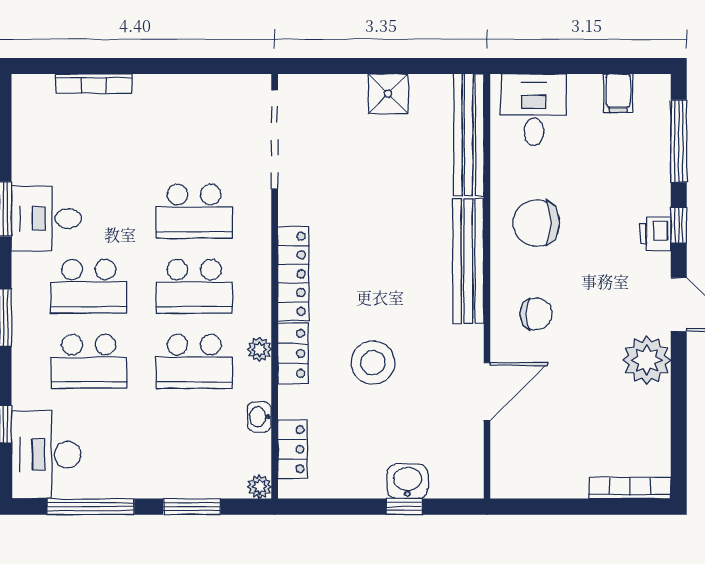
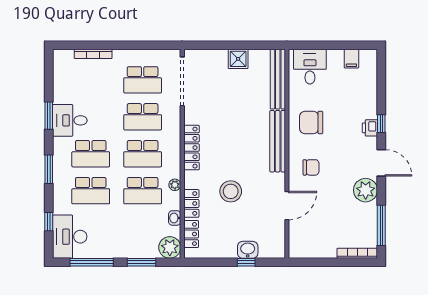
school desk: (194, 136) -> (143, 80), added
window: (679, 141) -> (381, 225), moved
locker: (293, 353) -> (191, 203), moved
plant: (260, 487) -> (170, 247), width x1.87, depth x1.87

